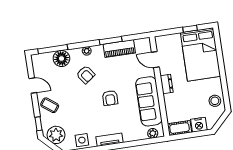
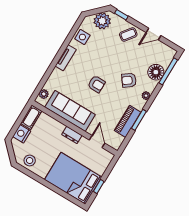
door: (155, 60) -> (97, 142), hinge flipped
armchair: (110, 98) -> (96, 84), turned 180

